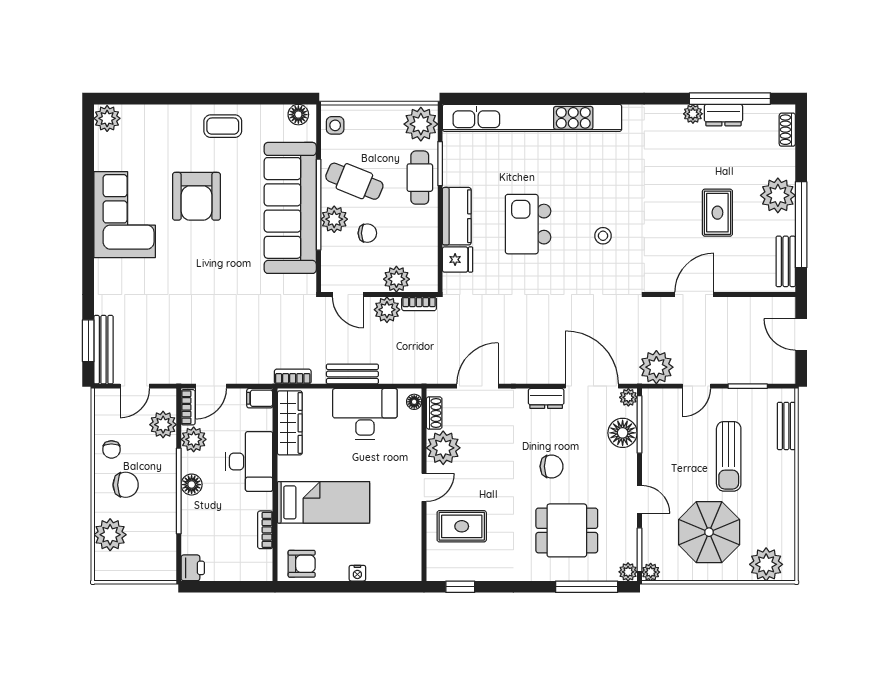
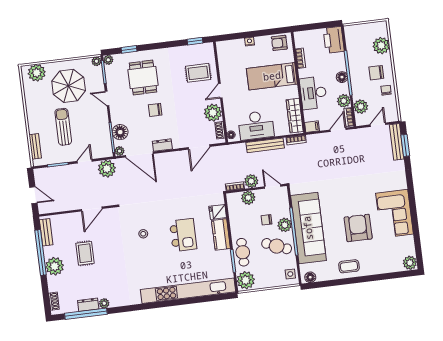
bench: (352, 374) -> (265, 145), width x1.36
dining table: (567, 530) -> (143, 78), turned 90
printer: (193, 568) -> (334, 40), width x1.87, depth x1.48
window: (587, 587) -> (129, 49), width x0.46

